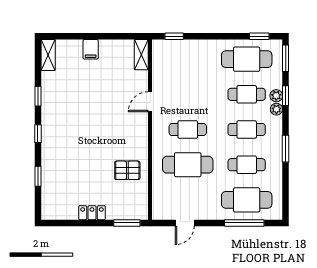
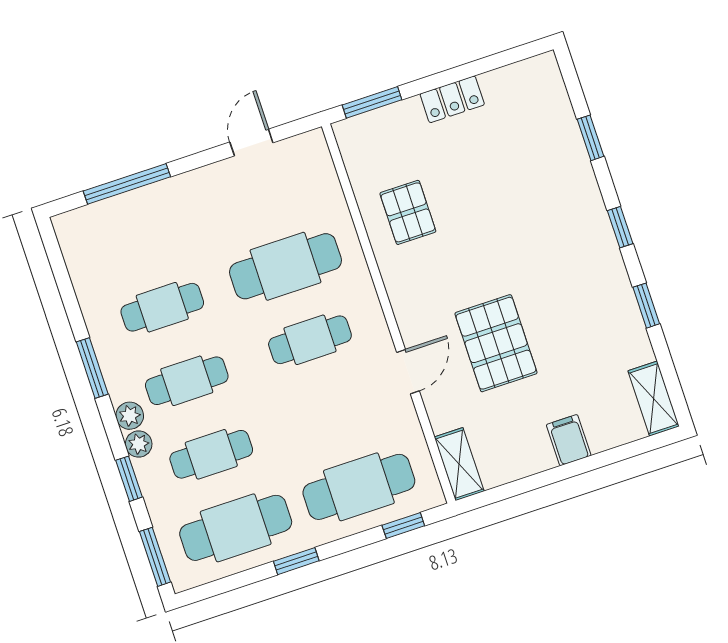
window: (259, 36) -> (296, 561), moved
plant: (276, 96) -> (130, 416), moved
pallet: (108, 101) -> (496, 343), added
pallet: (127, 170) -> (408, 212), turned 90
cafe table: (247, 200) -> (359, 487), moved

